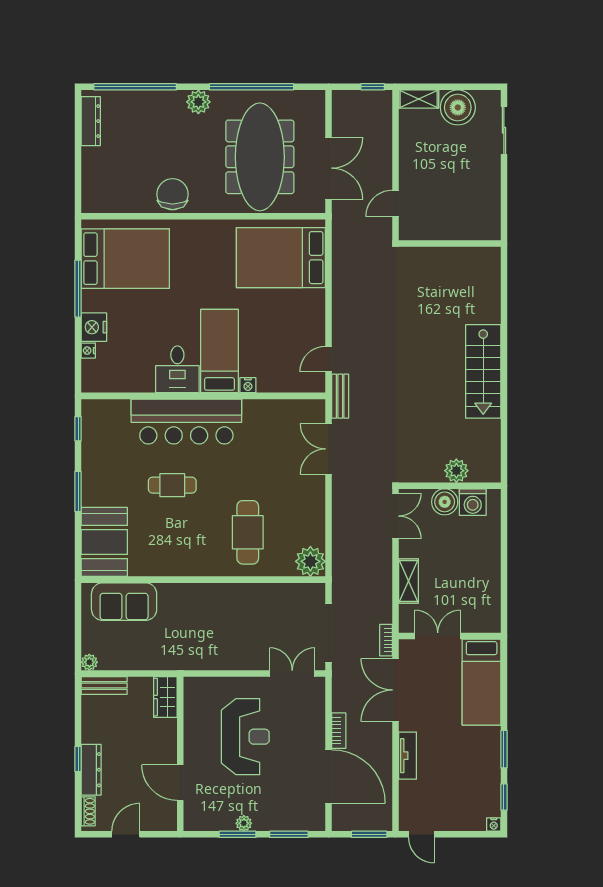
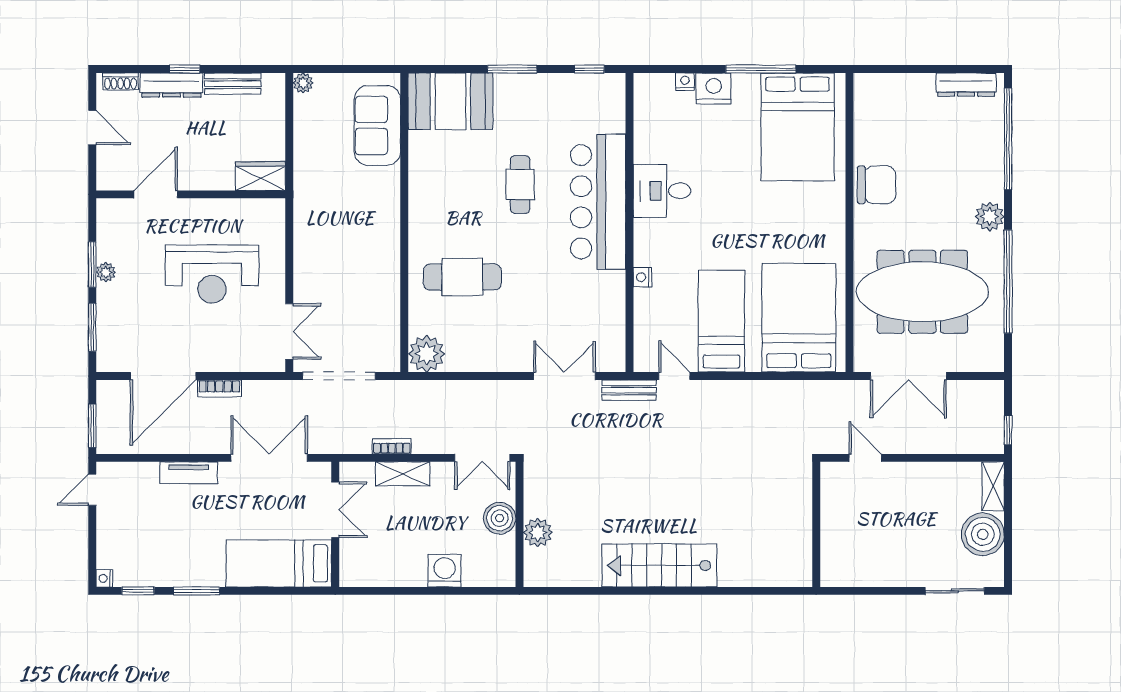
bed: (220, 351) -> (721, 321), moved, turned -90
washing machine: (473, 502) -> (445, 571), moved, turned 90
bookcase: (386, 640) -> (392, 446), moved
bench: (104, 685) -> (233, 84), moved, turned 90

